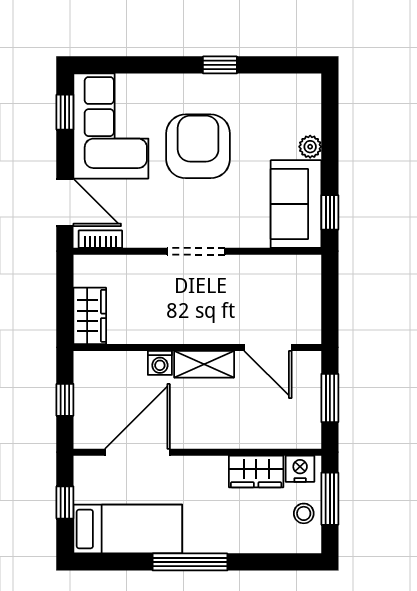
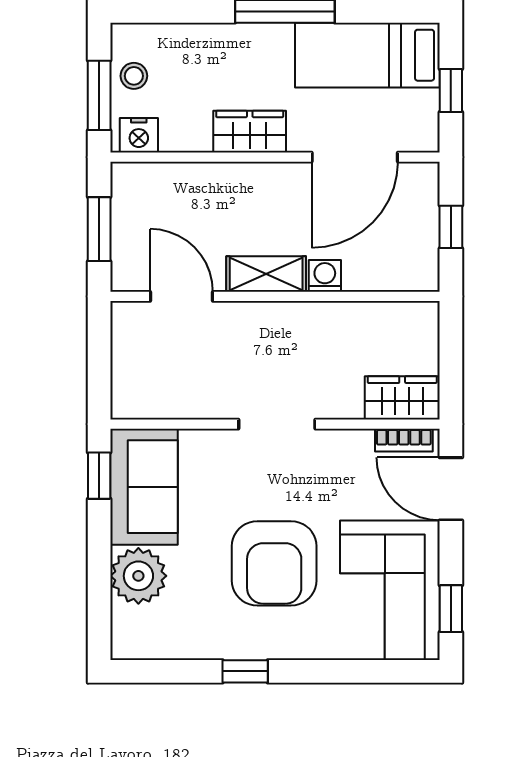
plant: (310, 147) -> (138, 576), width x1.88, depth x1.88
wardrobe: (90, 316) -> (402, 398), moved, turned 90
wardrobe: (256, 471) -> (250, 132), moved

